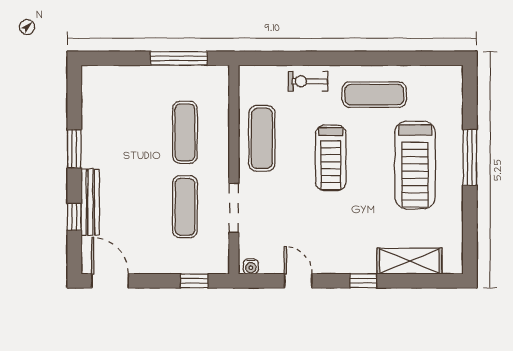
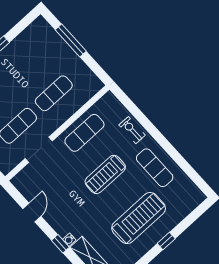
window: (179, 58) -> (71, 40), moved
window: (470, 157) -> (166, 241), width x0.46
treadmill: (415, 165) -> (139, 218), turned 180
water cooler: (251, 267) -> (69, 240), moved

